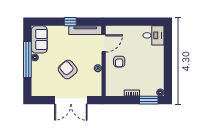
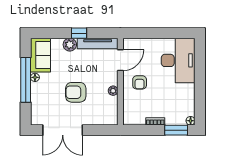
plant: (63, 31) -> (70, 45), added
desk: (153, 35) -> (178, 60), width x1.87, depth x1.30
armchair: (68, 70) -> (76, 92), turned -50
double door: (71, 100) -> (63, 130), moved

